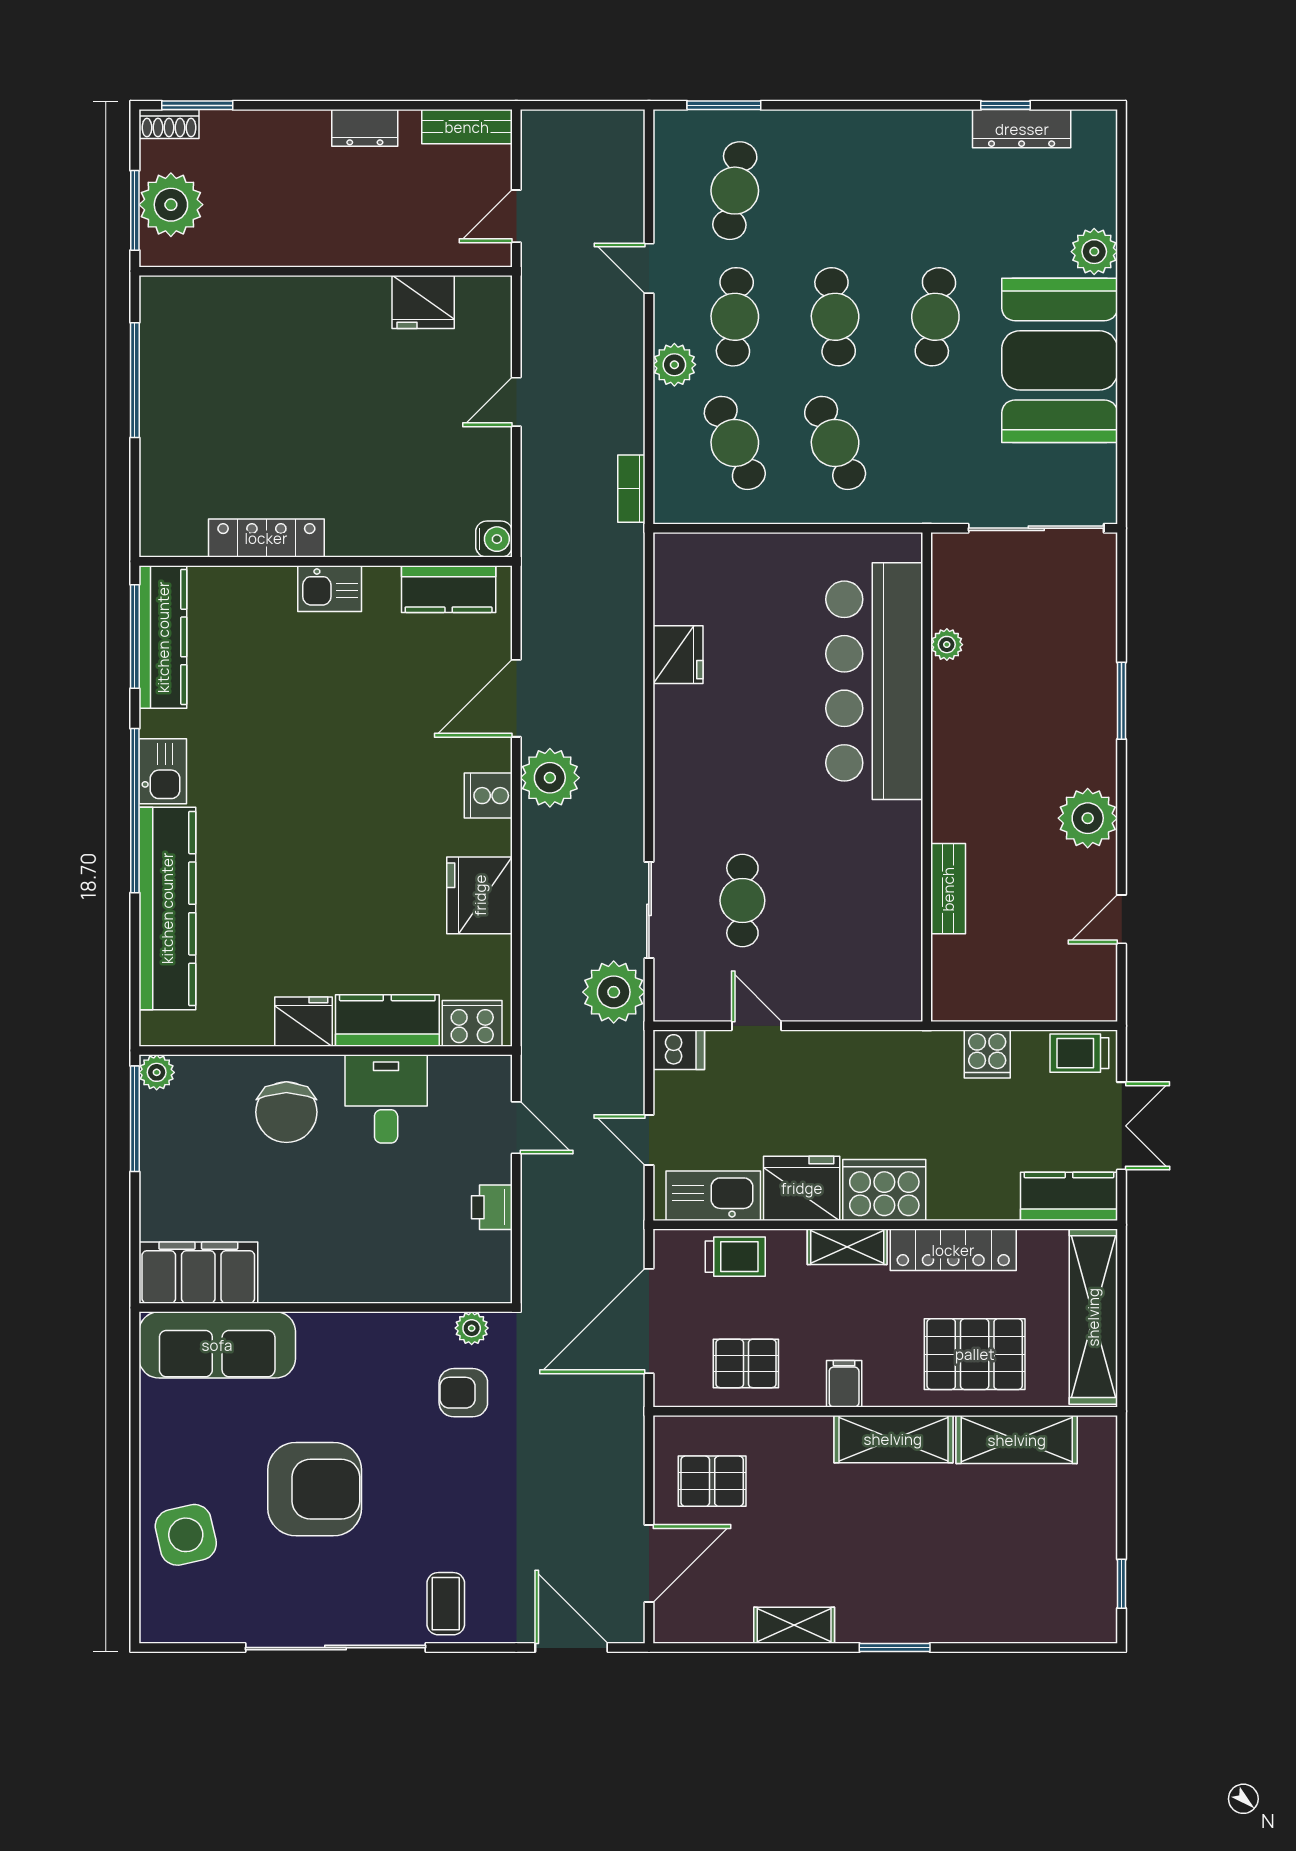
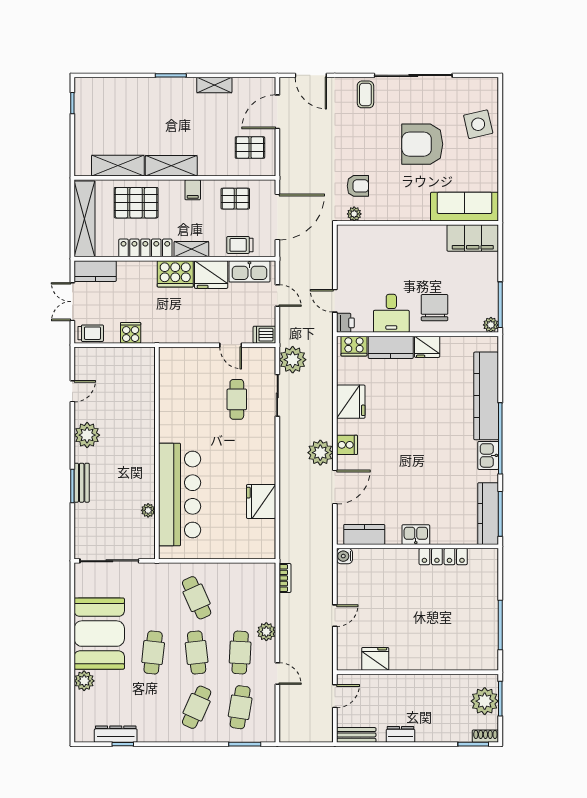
cafe table: (735, 443) -> (197, 707), moved, turned 48
fridge: (678, 655) -> (261, 501), width x1.36, depth x1.34
bench: (948, 889) -> (82, 483), moved
printer: (492, 1207) -> (345, 323), moved

